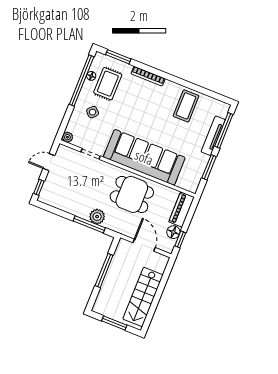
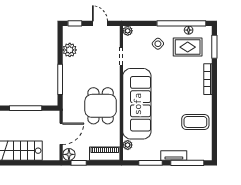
tv unit: (213, 136) -> (174, 156), width x0.71
plant: (182, 183) -> (128, 145), added
plant: (97, 217) -> (70, 50), moved
floor lamp: (173, 232) -> (69, 154), moved

